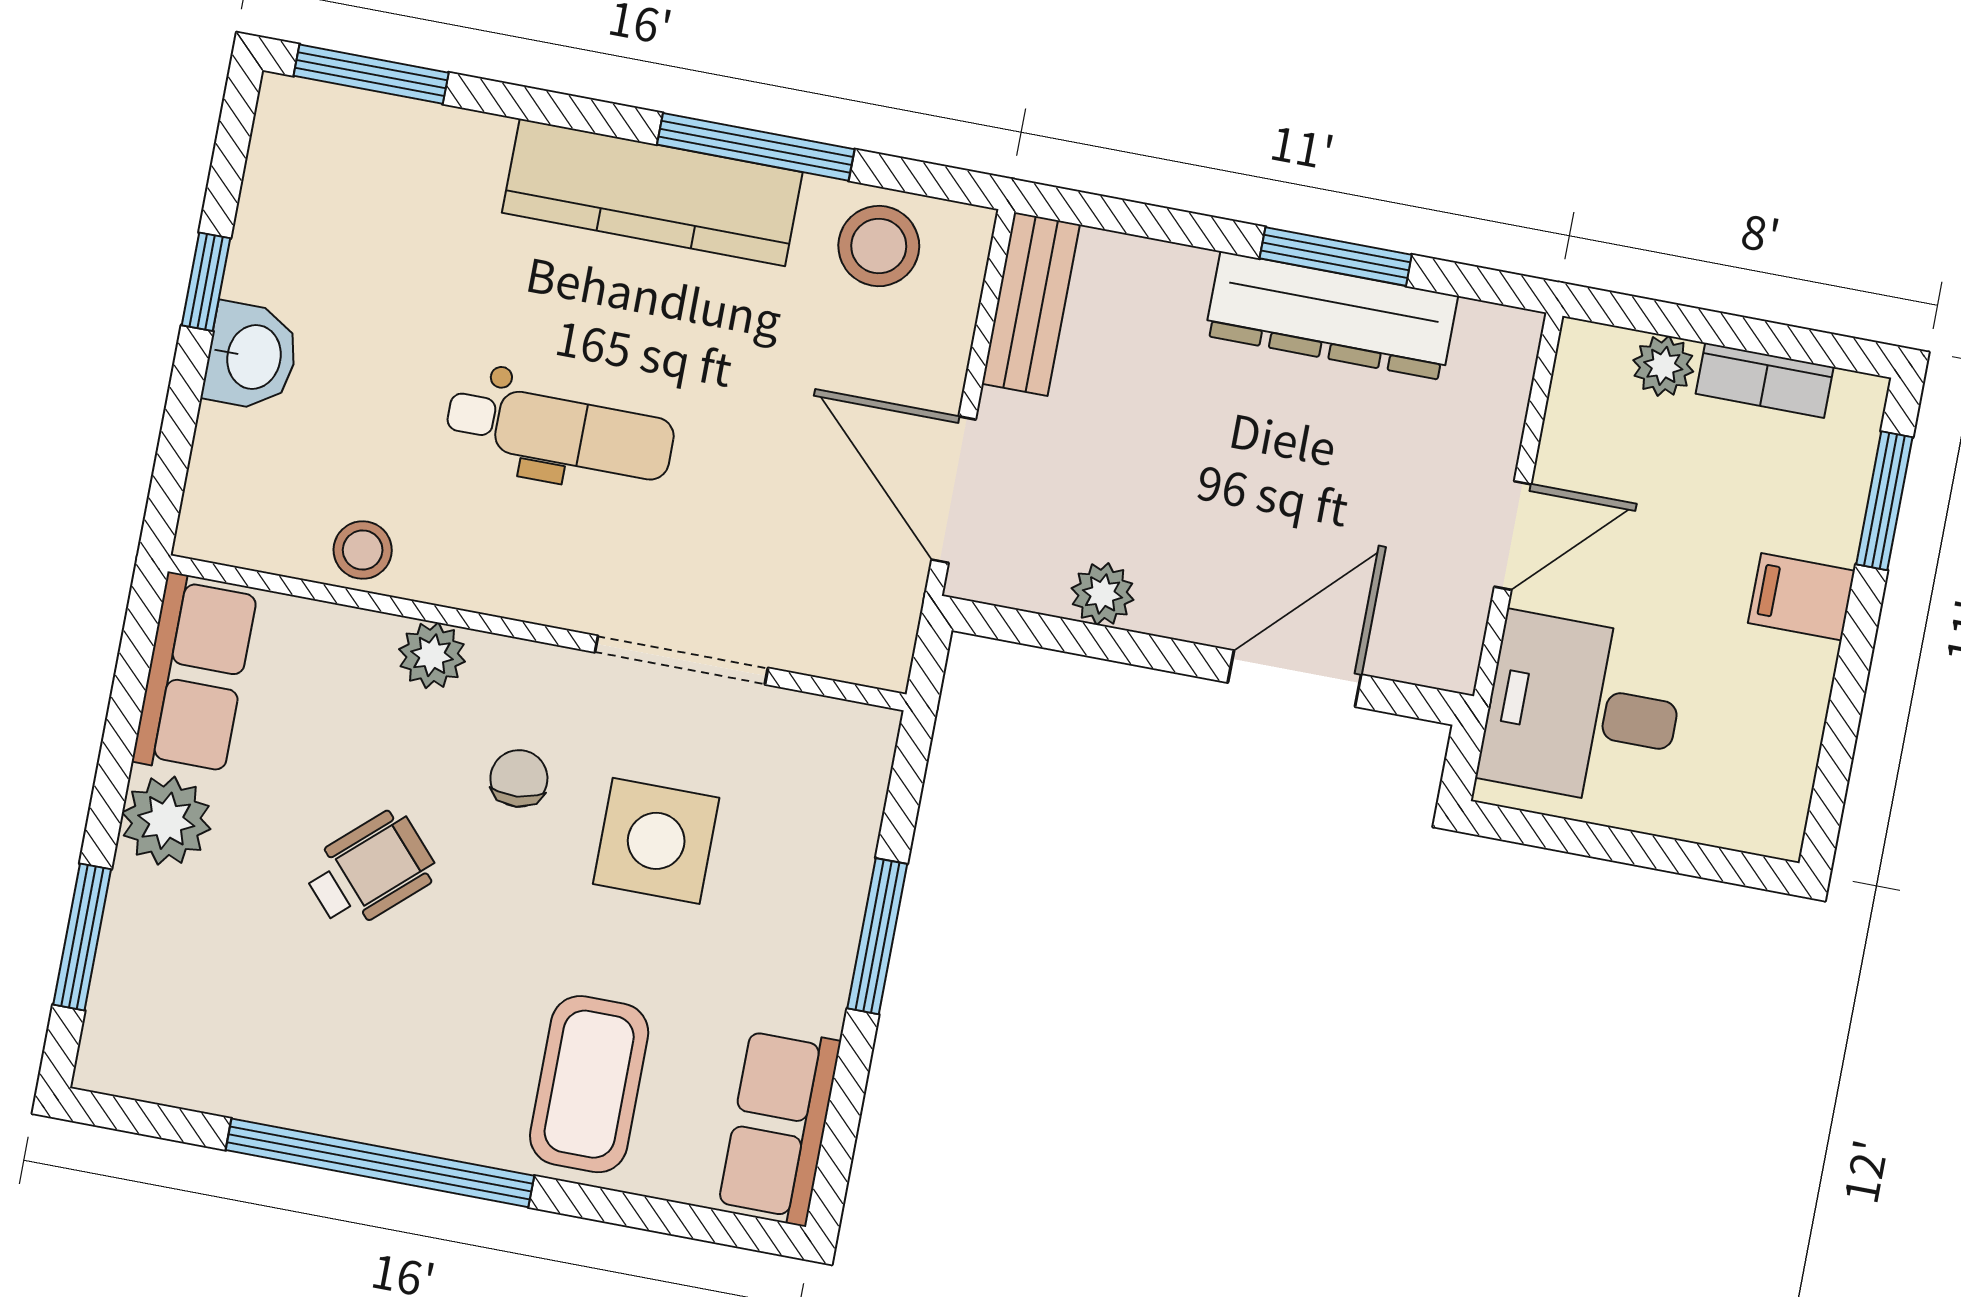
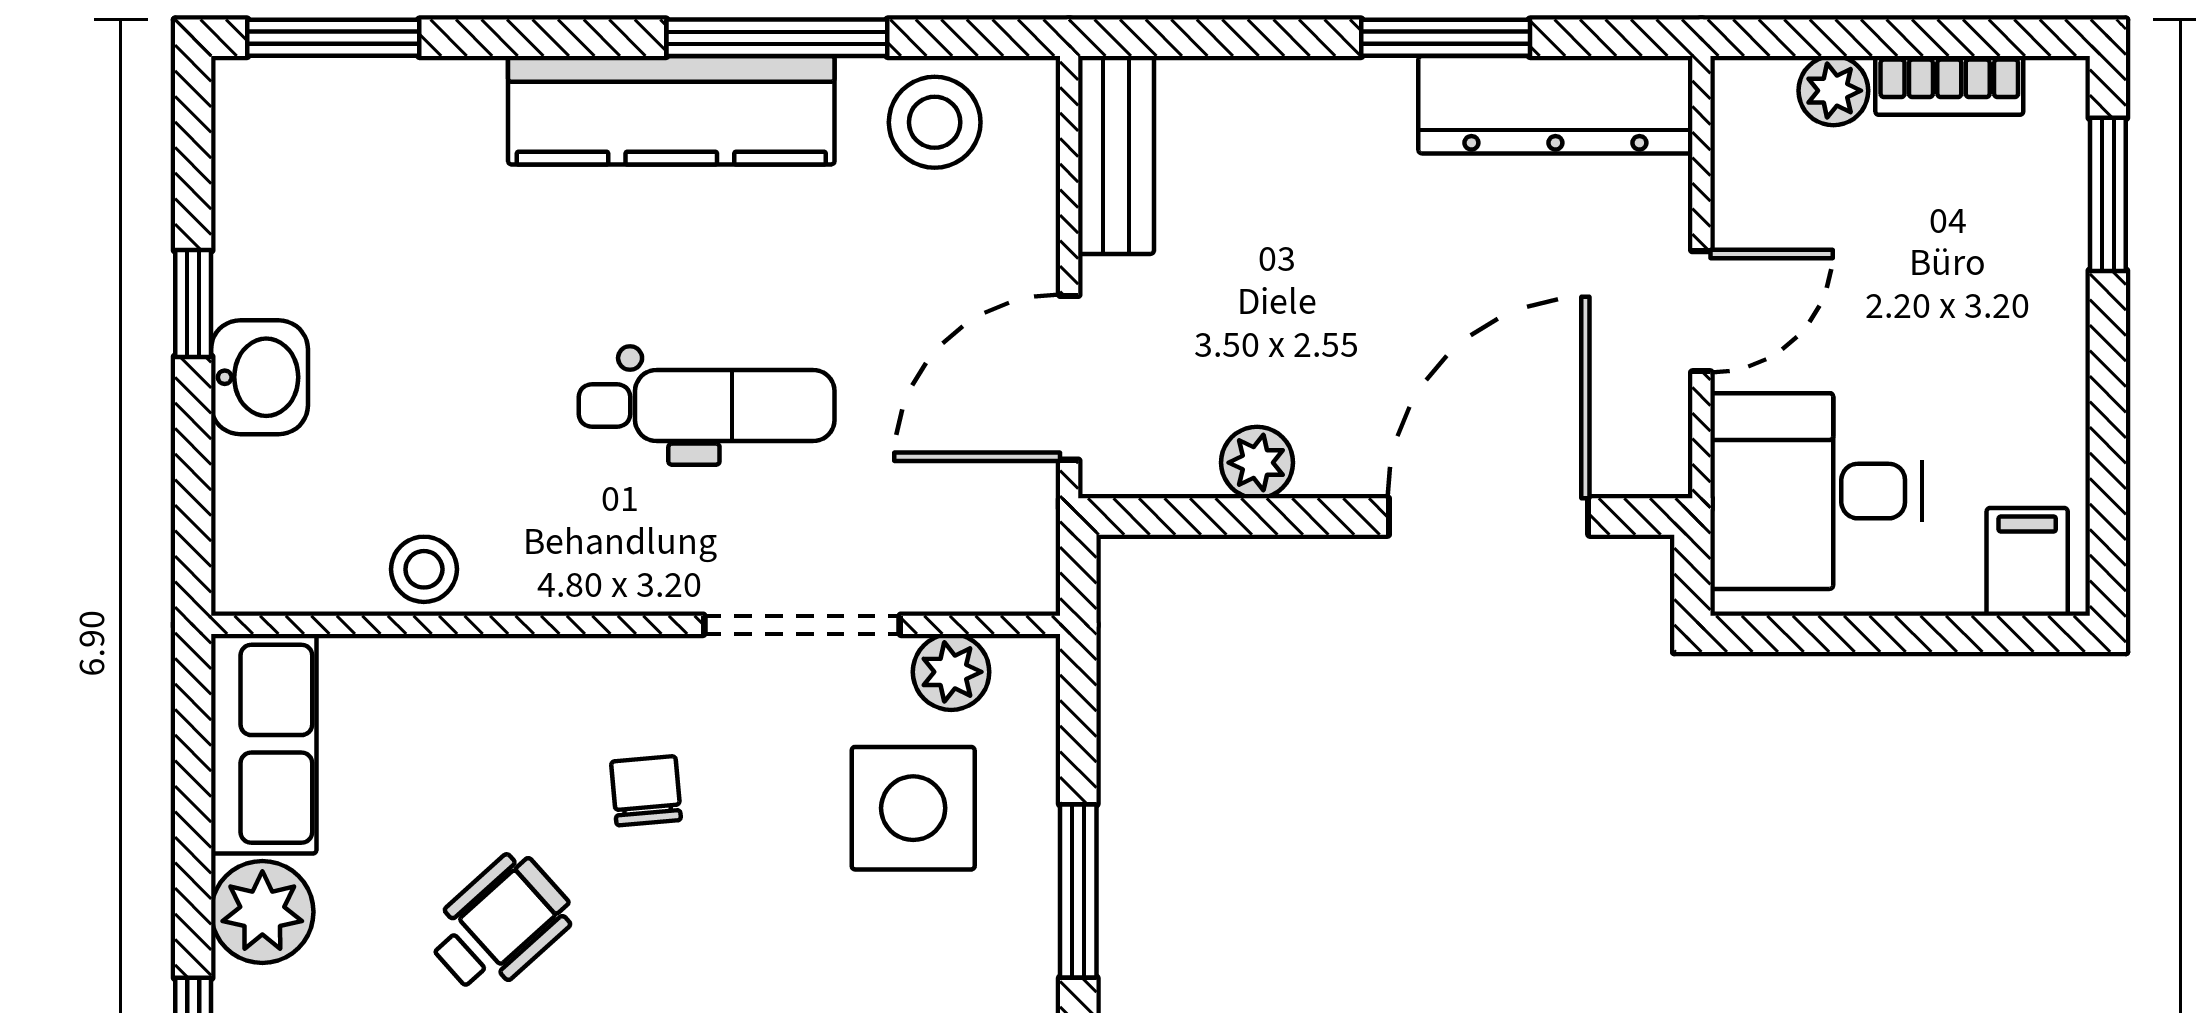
dresser: (1331, 316) -> (1555, 105), moved
dental chair: (560, 431) -> (707, 406), moved
door: (954, 490) -> (1069, 378), hinge flipped
filing cabinet: (1801, 597) -> (2027, 562), moved, turned 90
plant: (432, 655) -> (951, 672), moved
door: (1295, 679) -> (1489, 516), width x1.36
side table: (656, 841) -> (913, 808), moved

